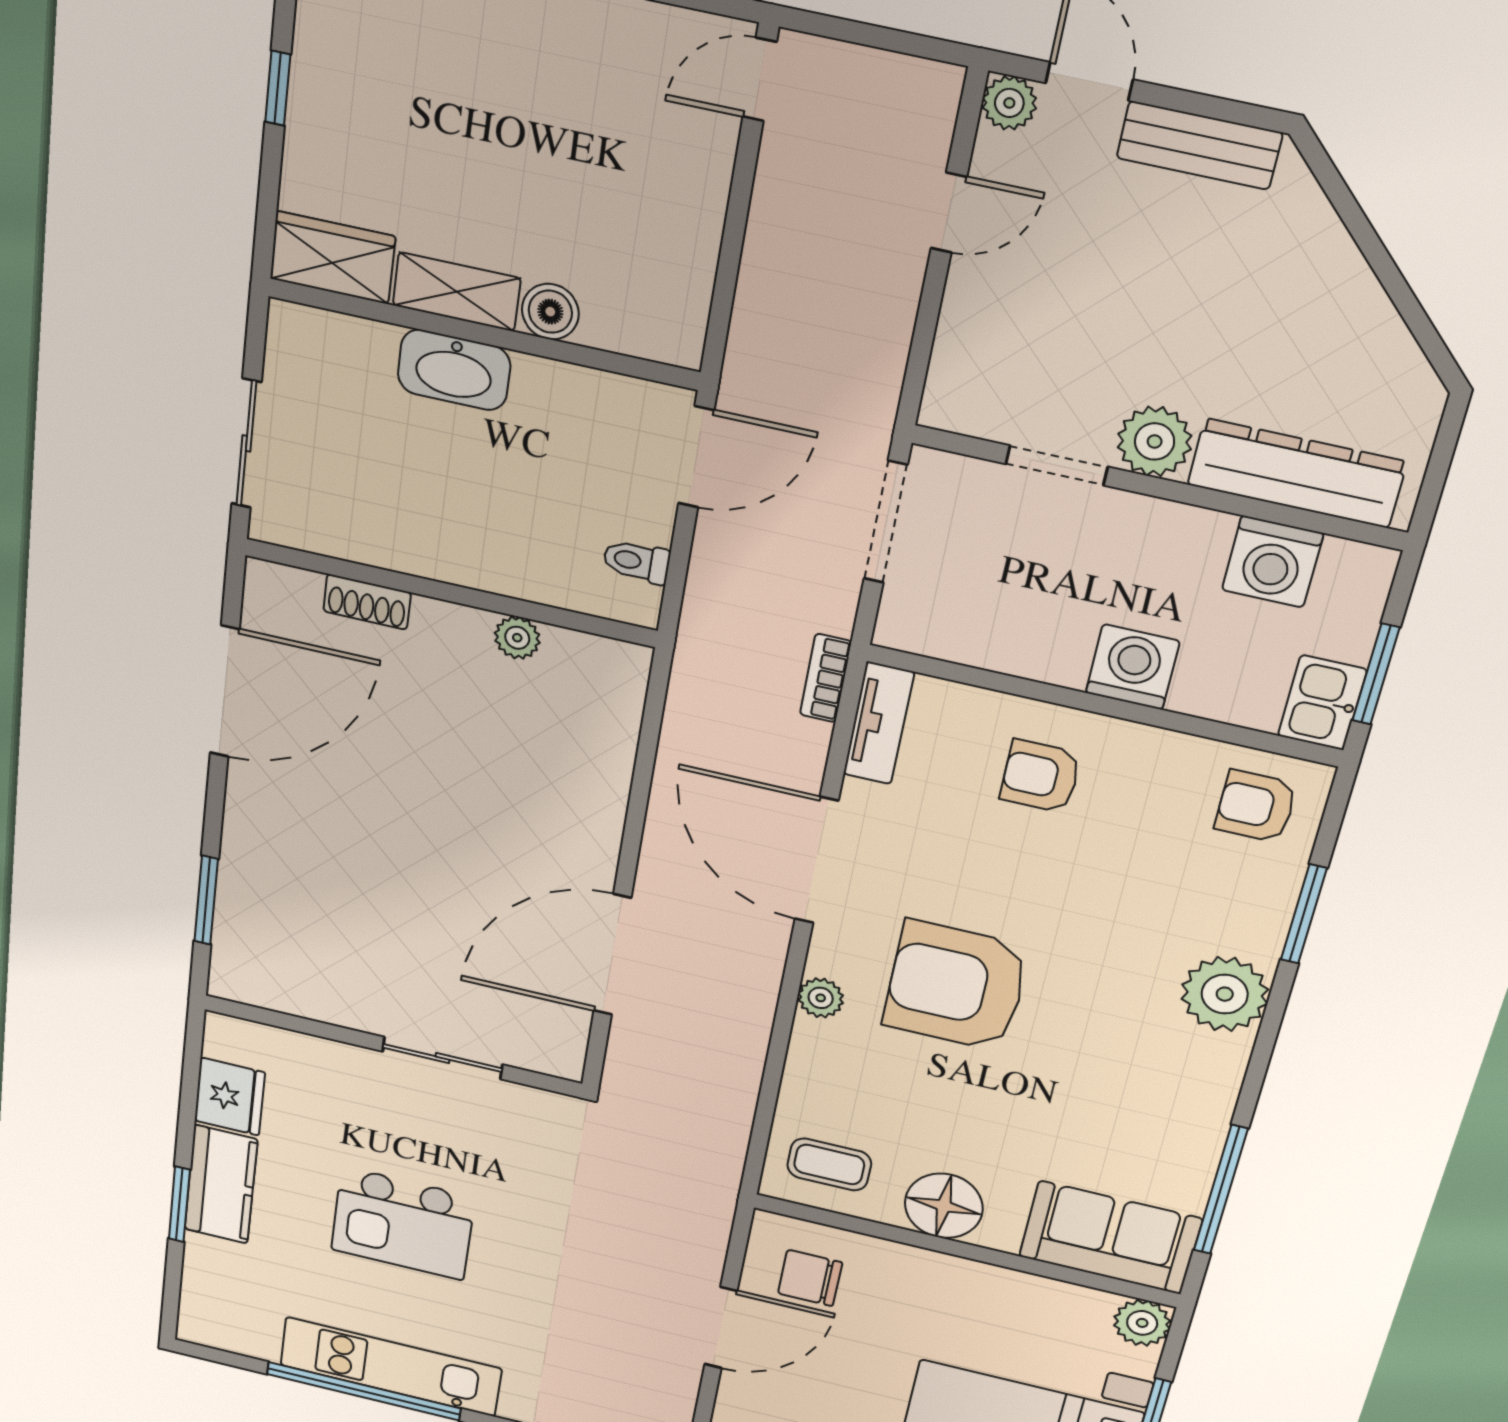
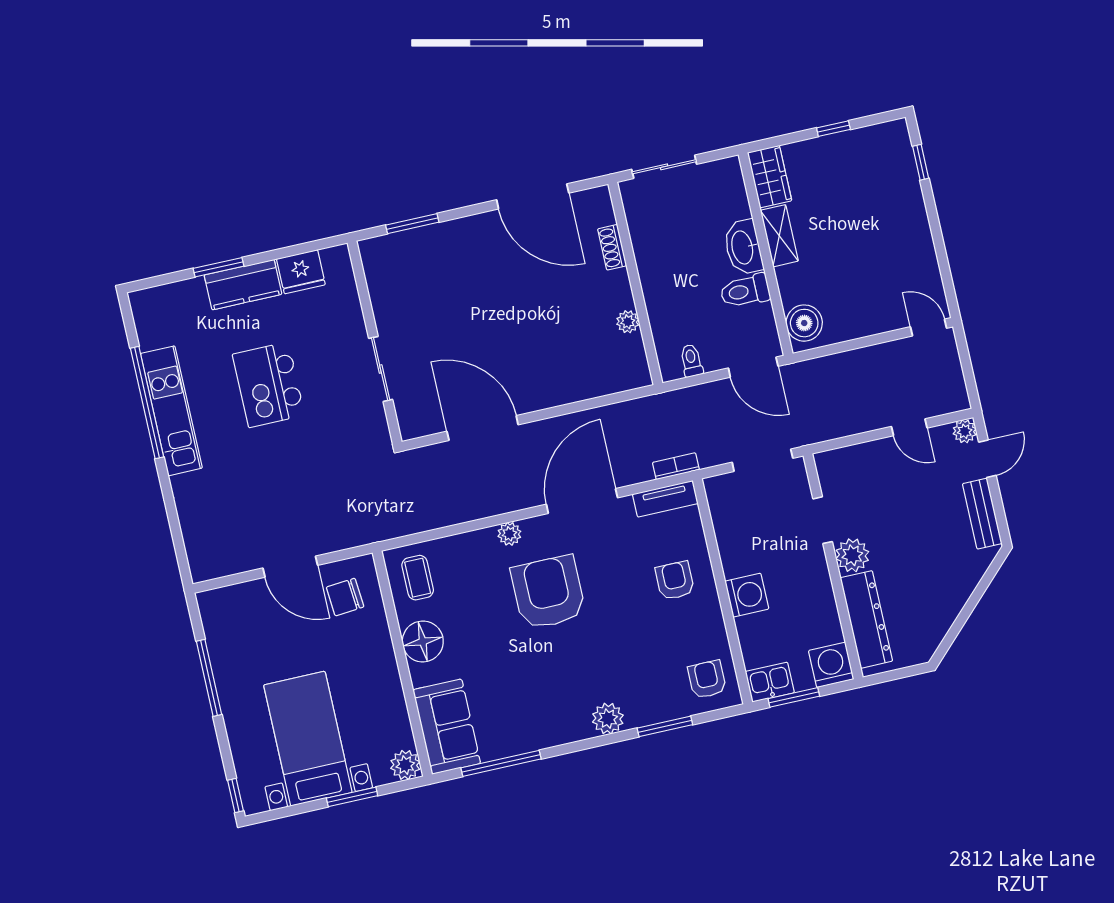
boiler: (550, 312) -> (804, 323), moved, width x1.36, depth x1.36
toilet: (541, 405) -> (745, 291), added
washing machine: (1273, 562) -> (831, 665), moved, turned 90
plant: (1225, 994) -> (608, 719), width x0.73, depth x0.73
chair: (810, 1278) -> (345, 597), turned -95

